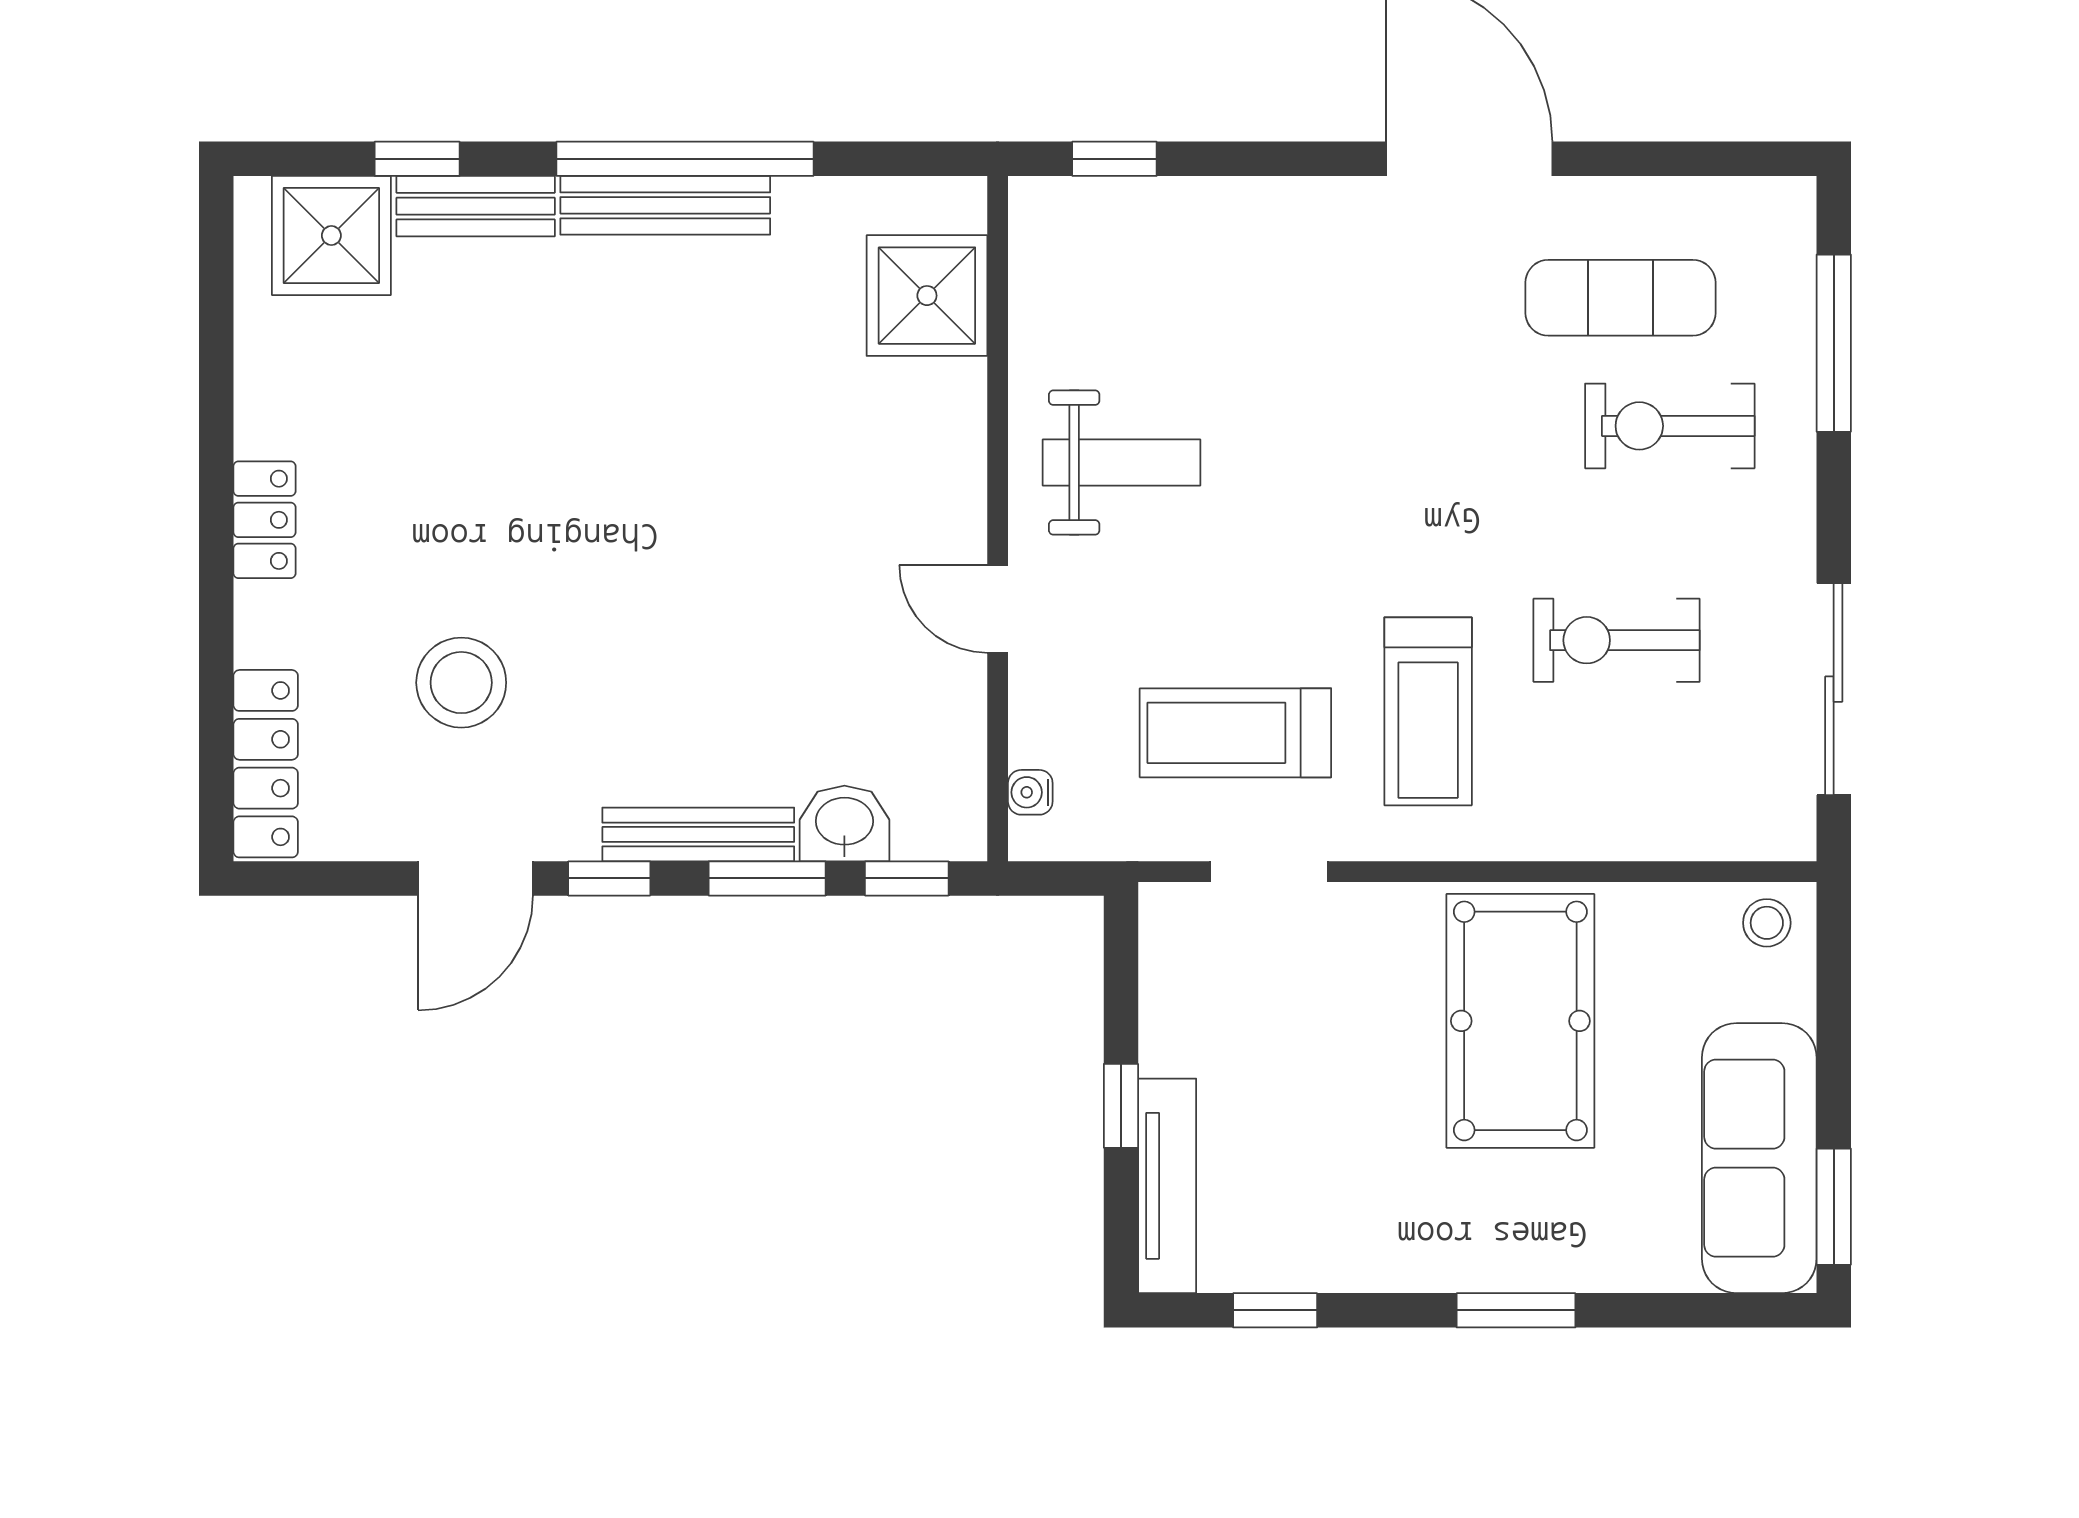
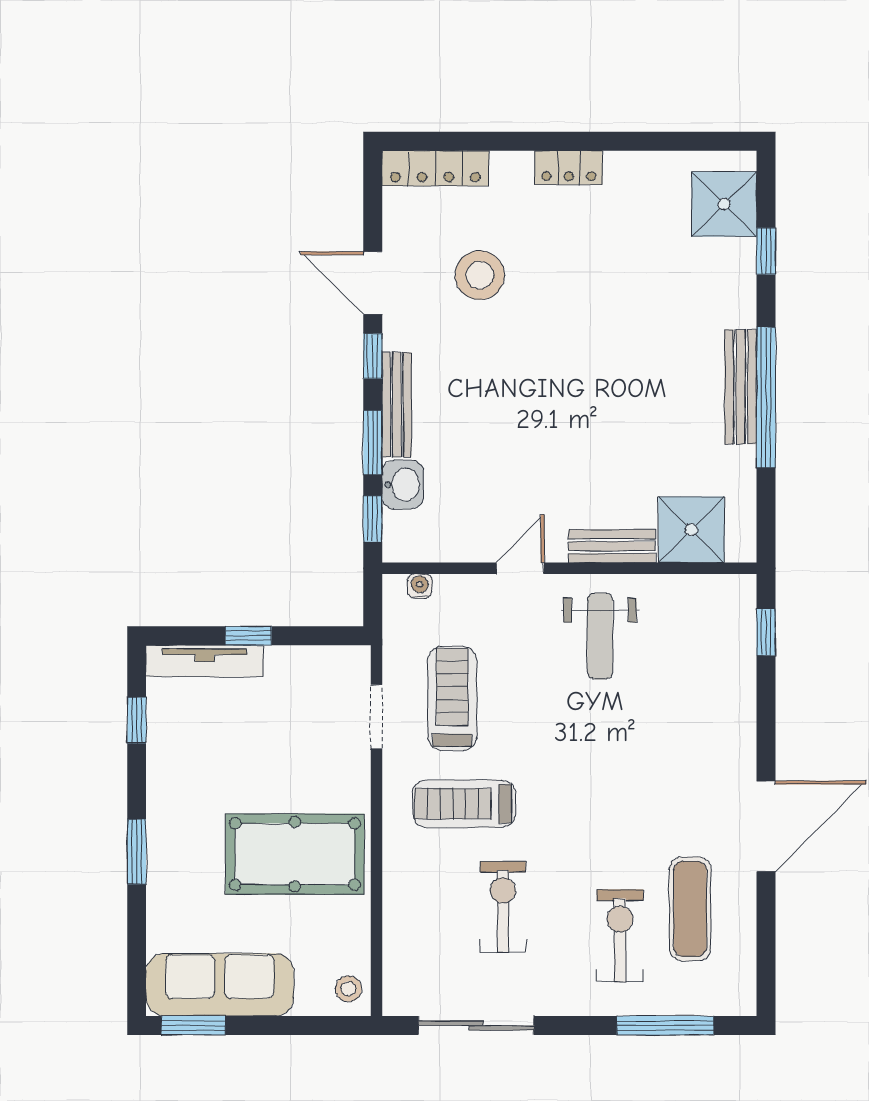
bench: (476, 206) -> (612, 546), moved, turned 90

